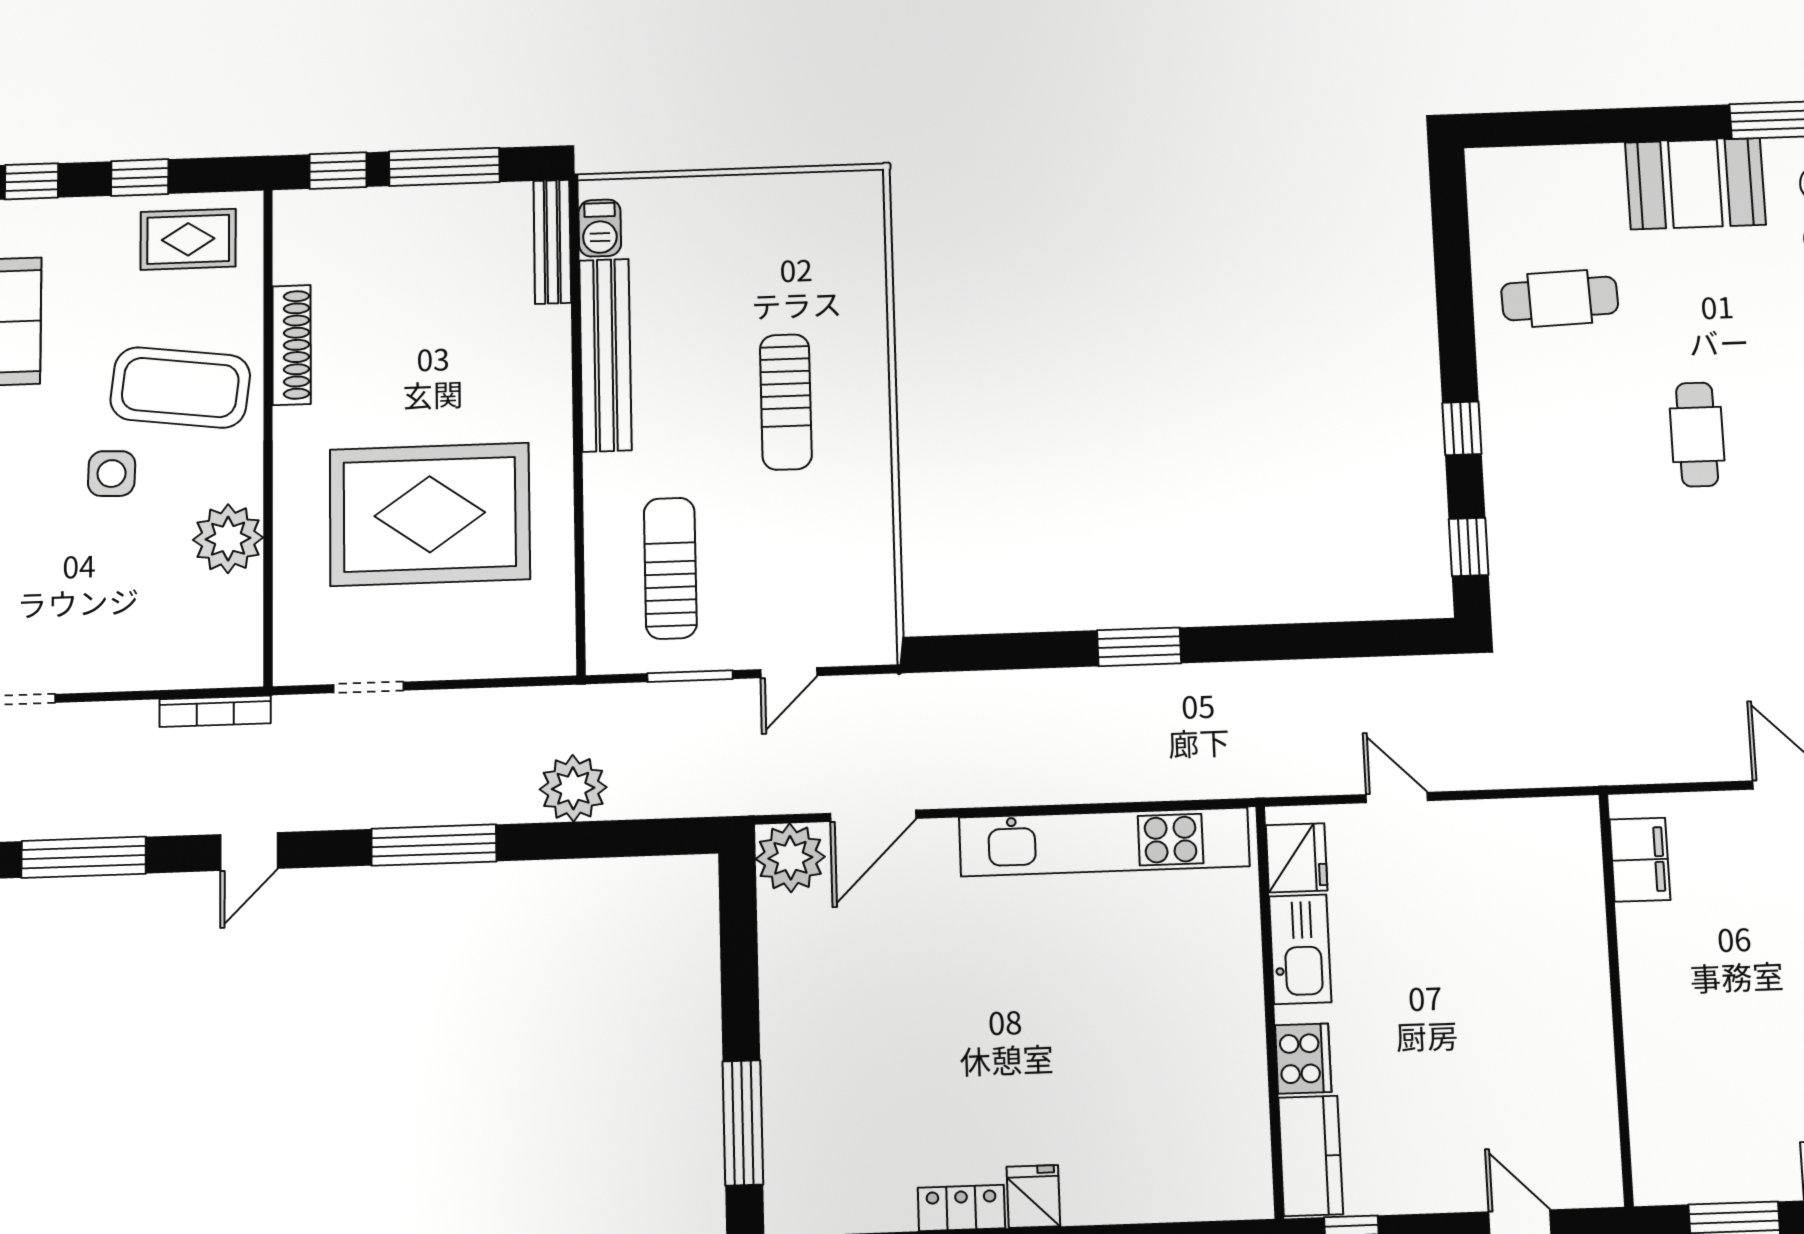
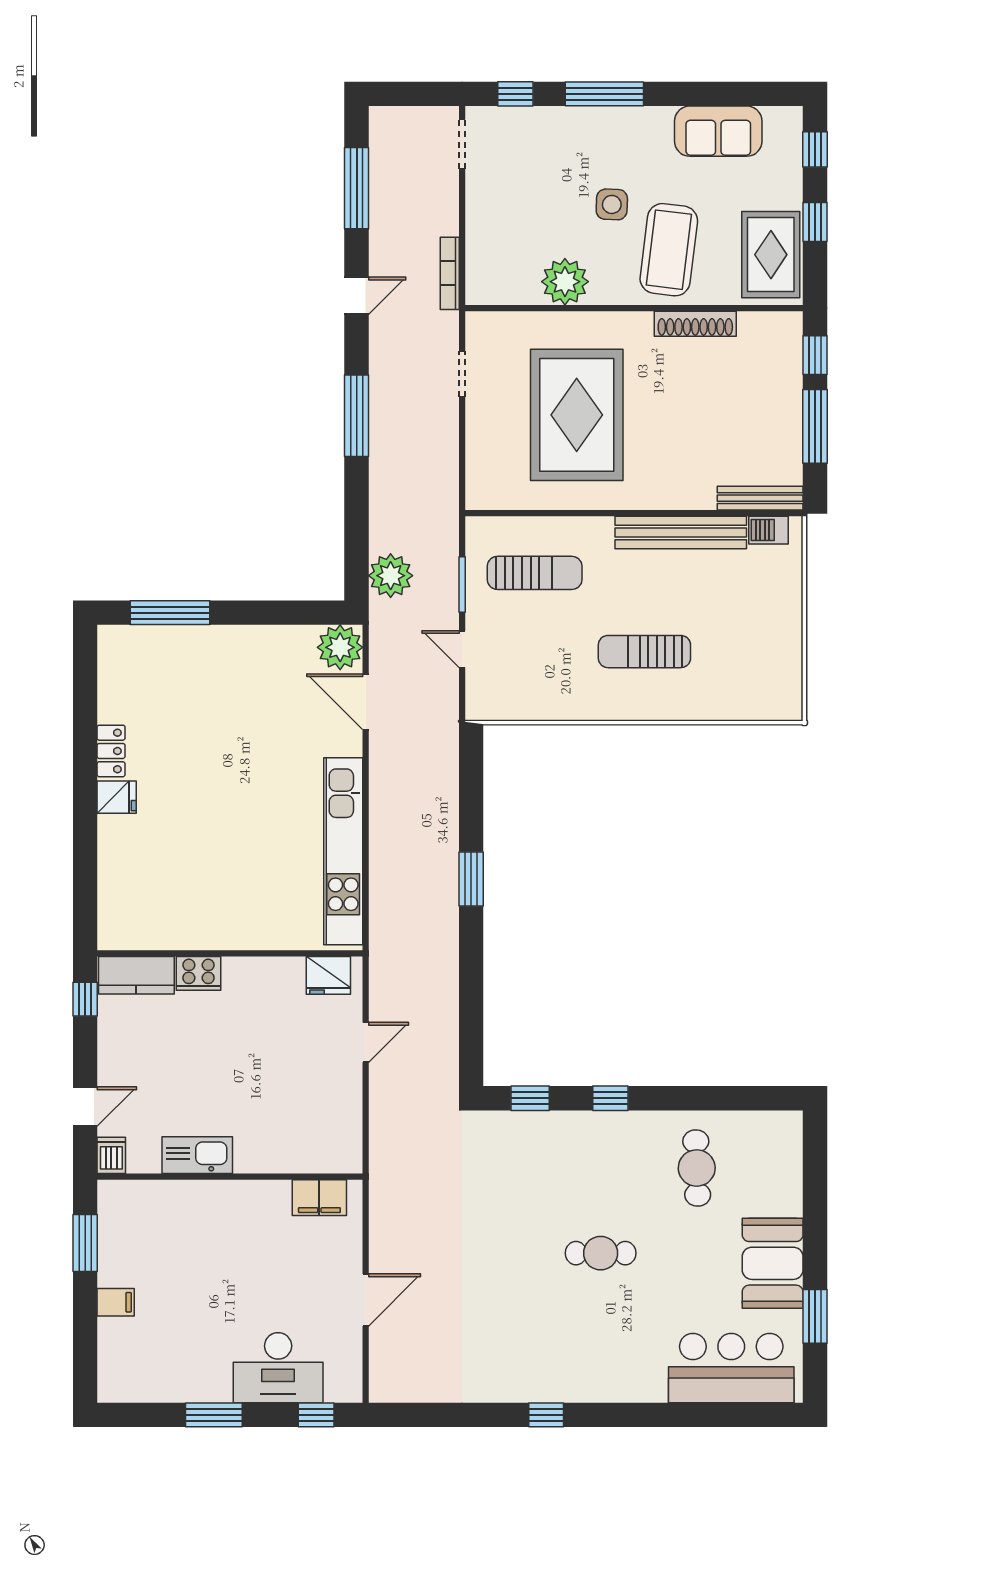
rug: (188, 239) -> (771, 255), width x1.36, depth x1.43
plant: (573, 788) -> (391, 576), moved
door: (249, 851) -> (357, 296), swing flipped
kitchen sink: (1300, 949) -> (197, 1155), moved, turned 180
dishwasher: (1594, 1185) -> (111, 1155), added

